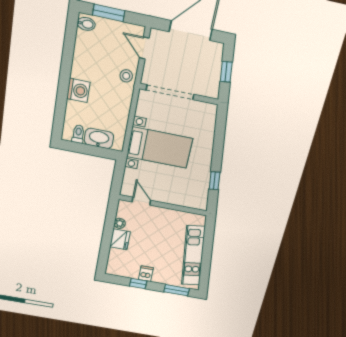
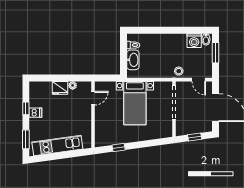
door: (144, 48) -> (199, 80), swing flipped
washing machine: (78, 90) -> (194, 41), moved

